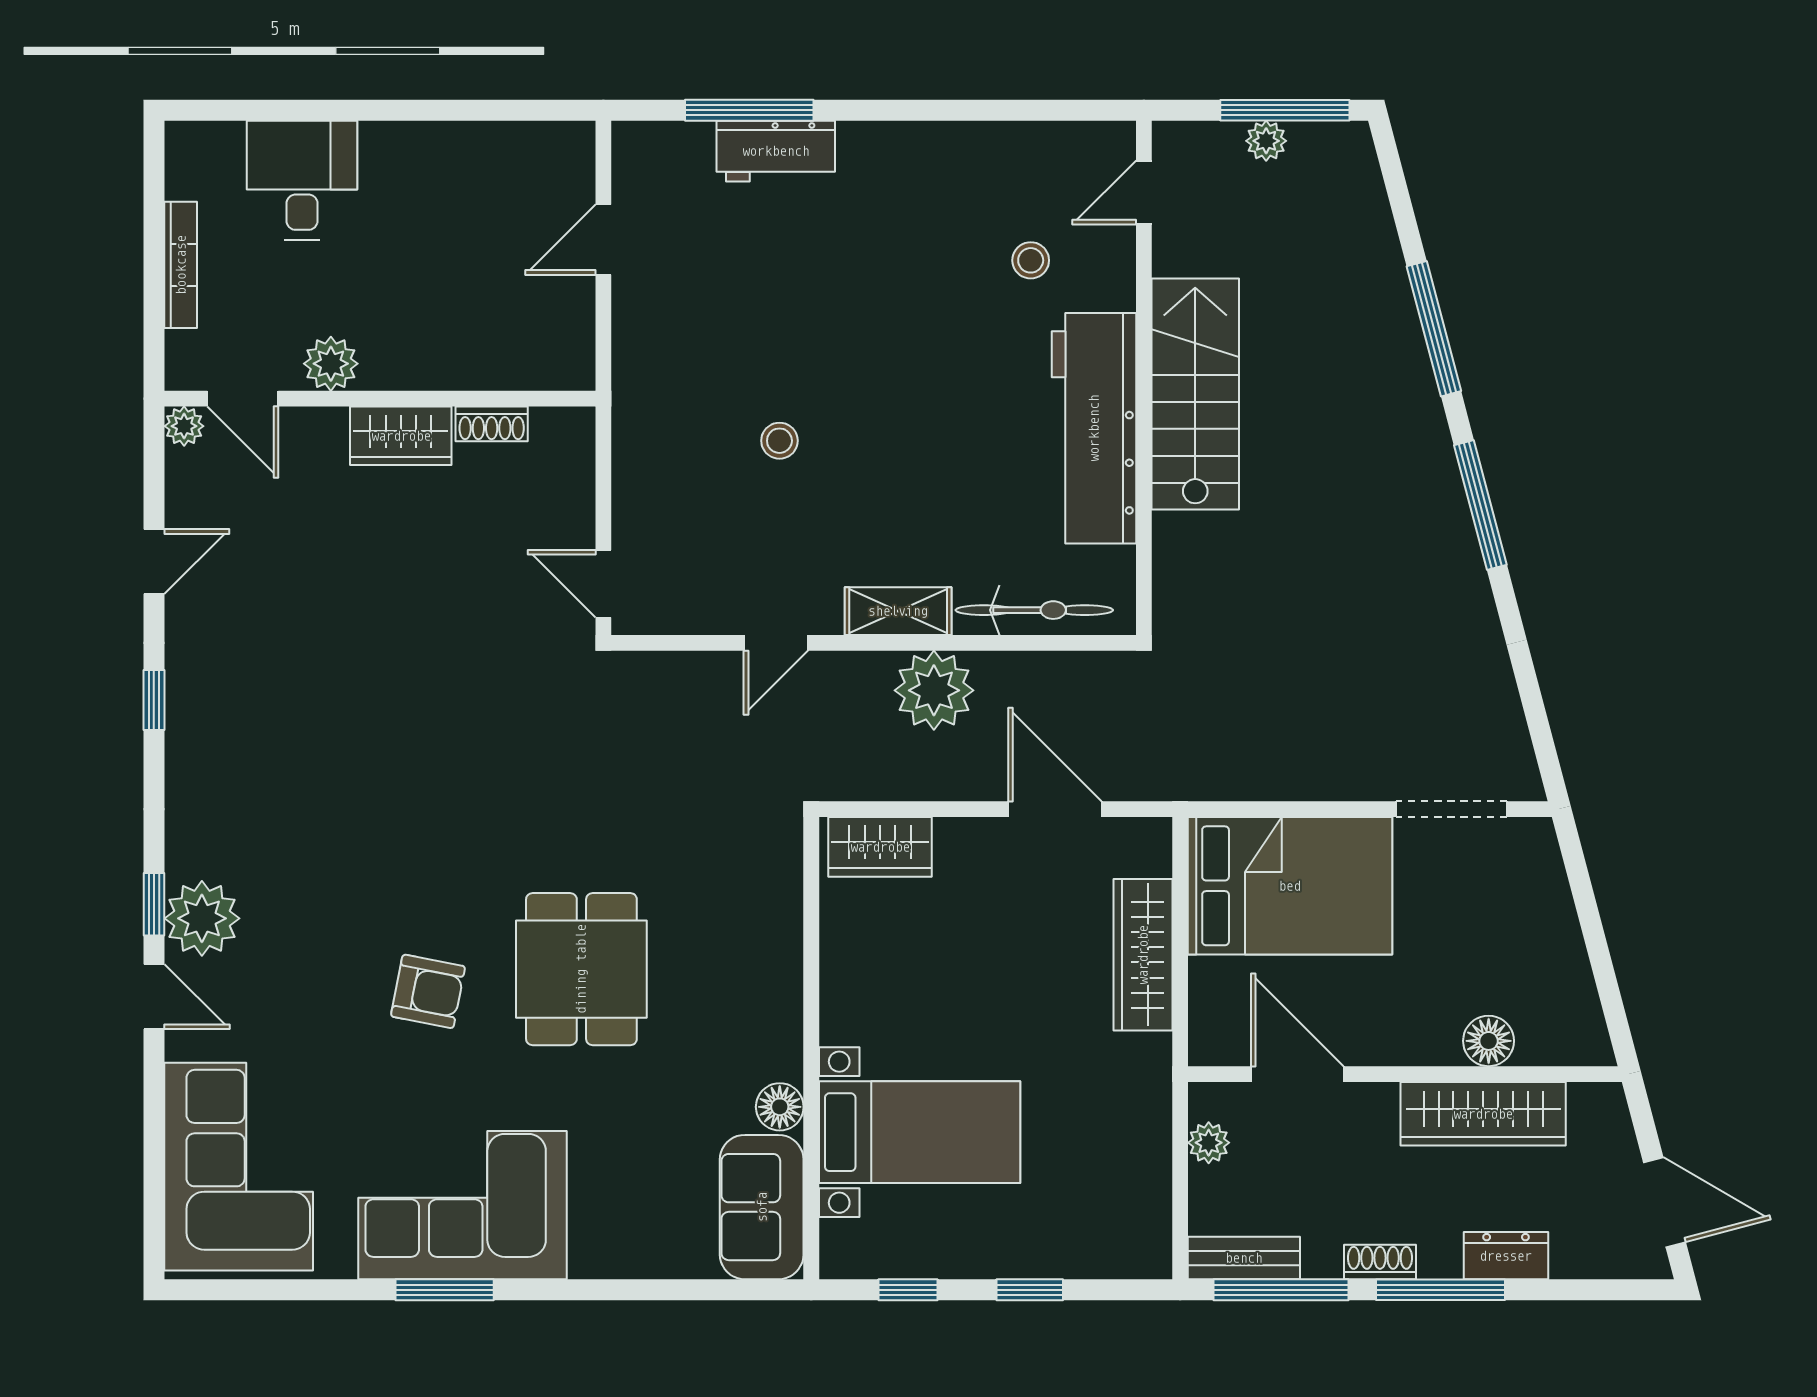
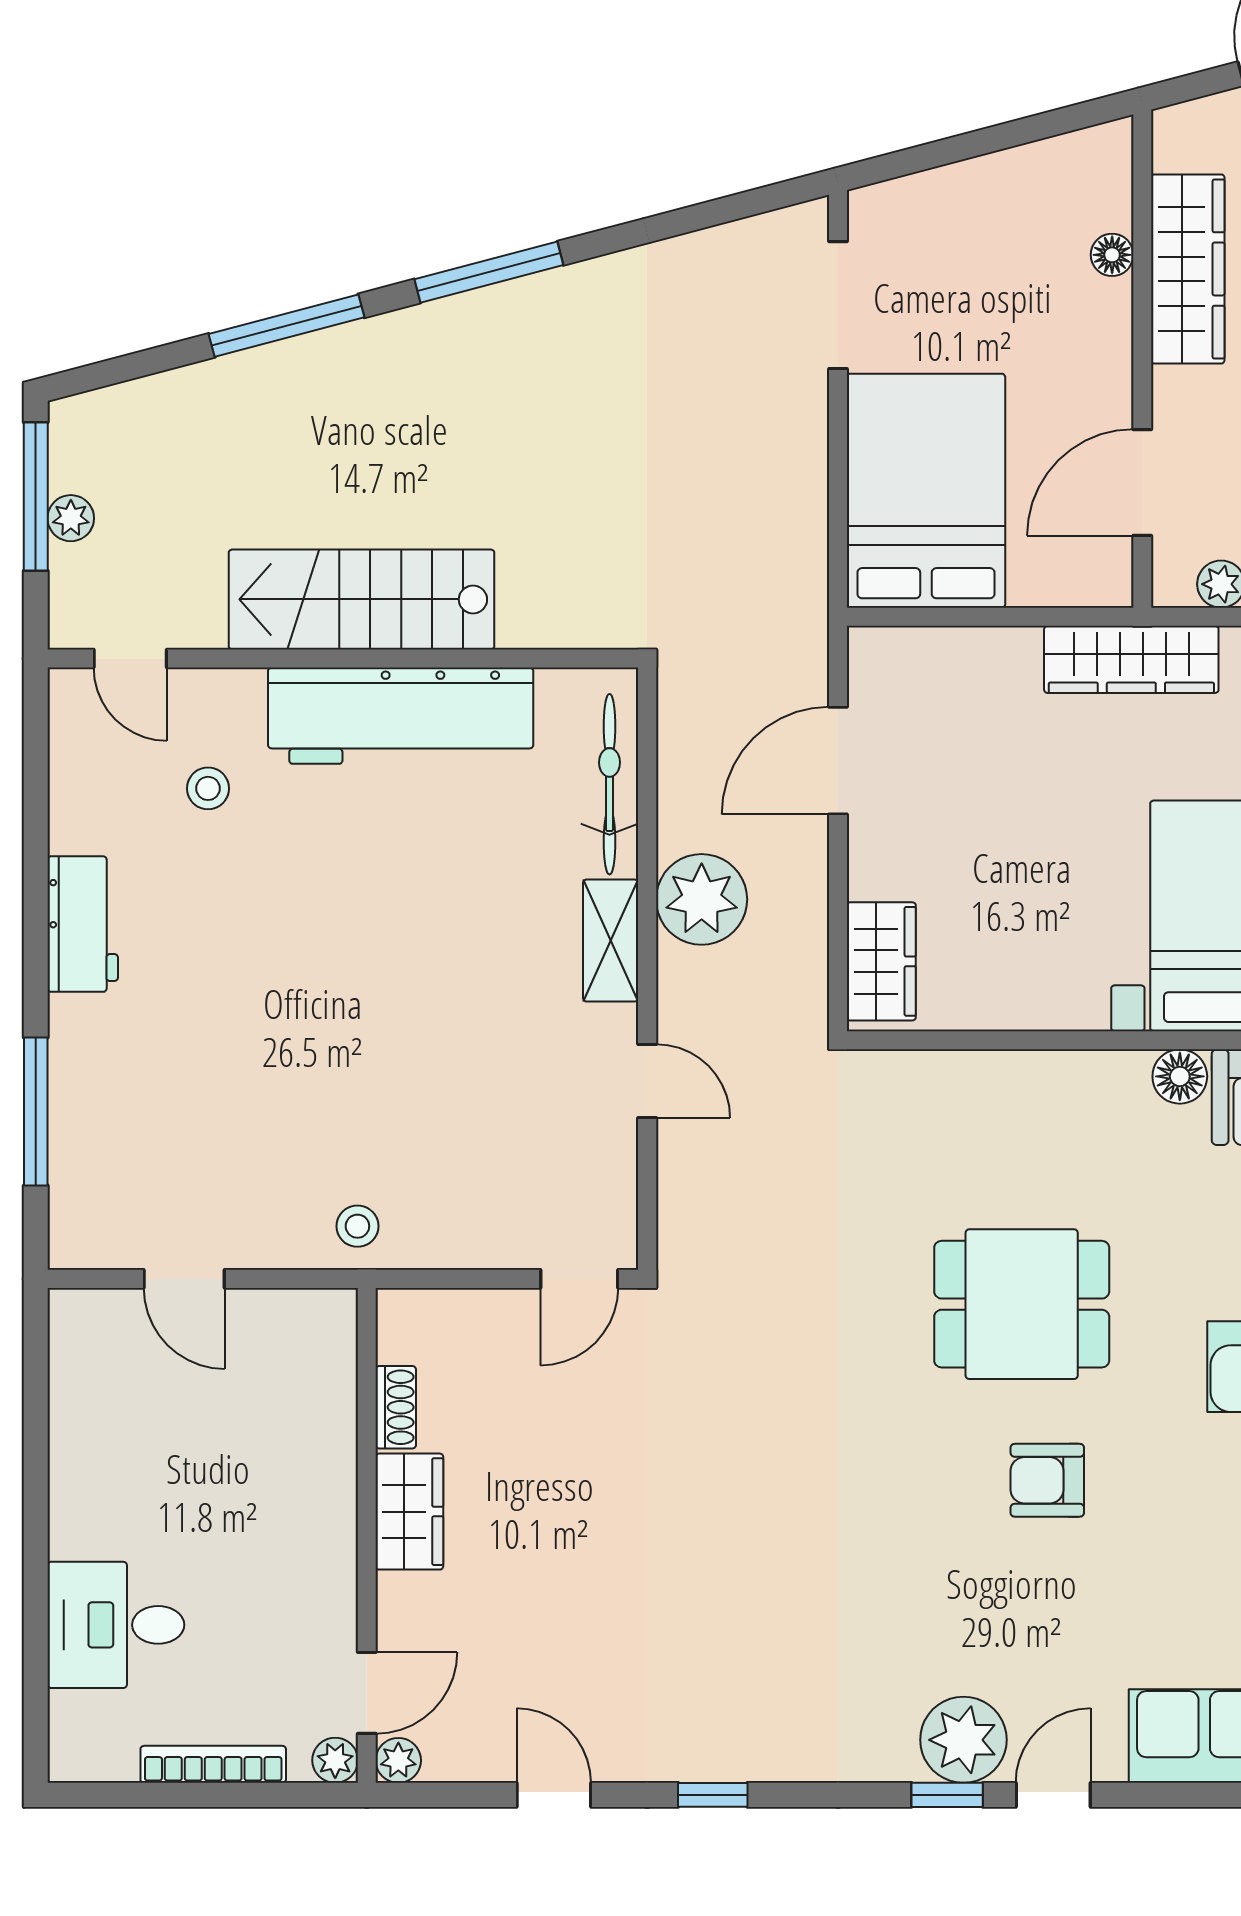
workbench: (776, 151) -> (83, 924), moved
plant: (331, 364) -> (335, 1760), moved, width x0.73, depth x0.73
stool: (779, 441) -> (357, 1226), moved
wardrobe: (1143, 955) -> (1131, 659), moved
armchair: (428, 991) -> (1047, 1480), turned -101
floor lamp: (1489, 1041) -> (1112, 255), width x0.73, depth x0.73

